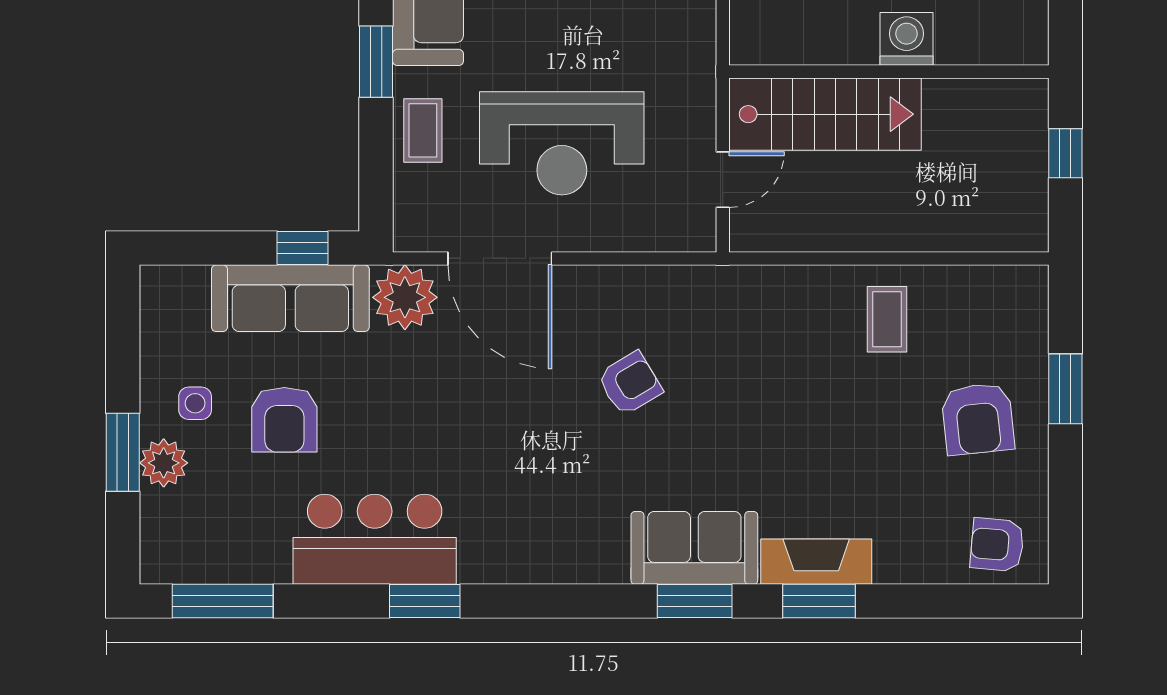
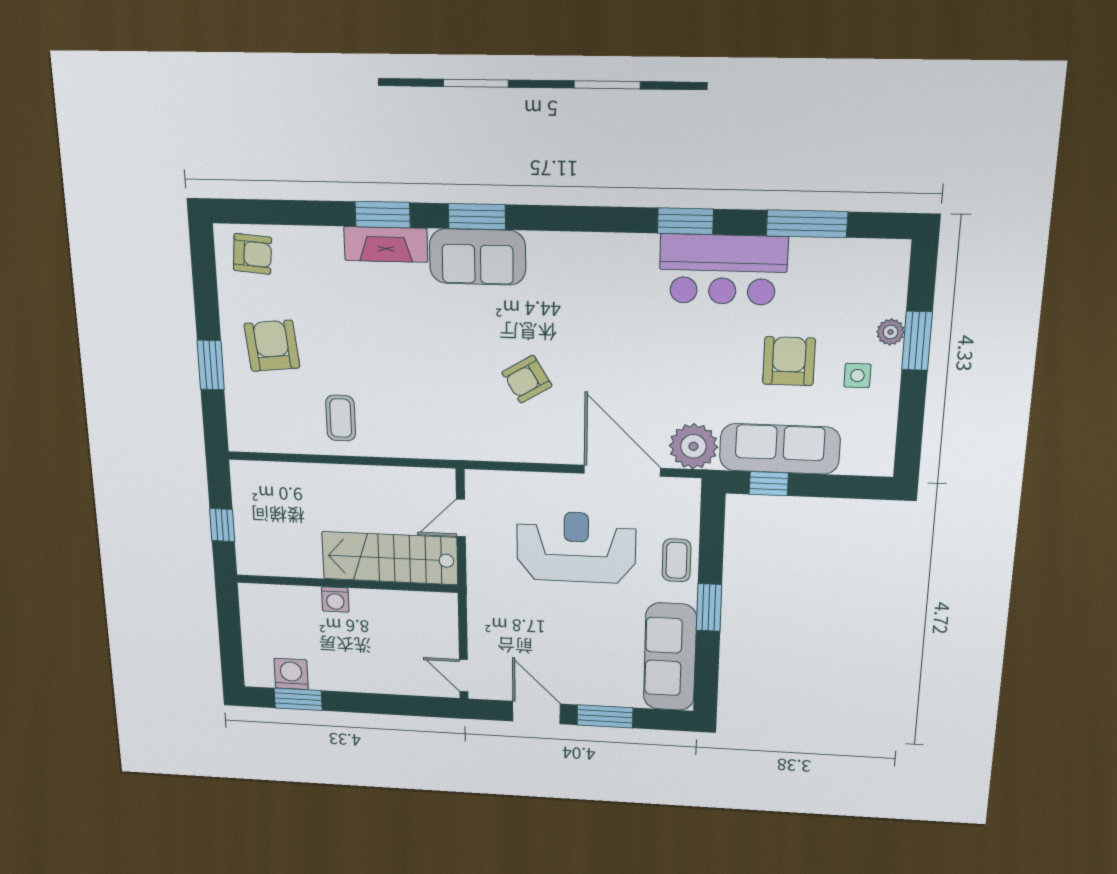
washing machine: (907, 39) -> (335, 599), width x0.73, depth x0.73
plant: (164, 463) -> (891, 332), width x0.73, depth x0.73
window: (223, 601) -> (807, 224), moved

